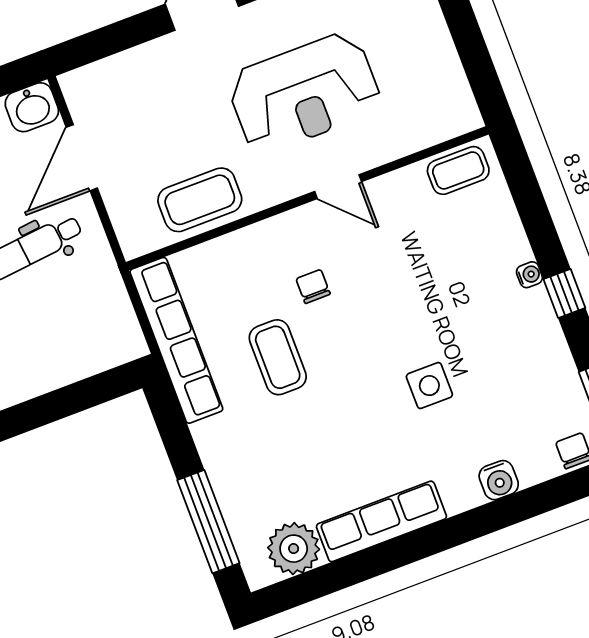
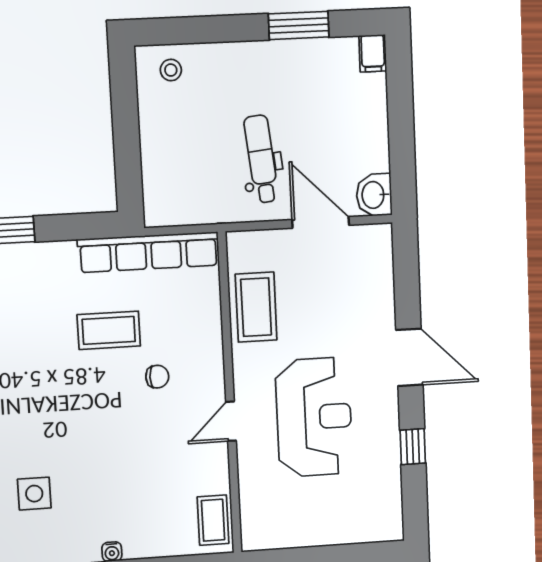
reception desk: (304, 93) -> (314, 417), turned 180
side table: (429, 386) -> (34, 494), moved

